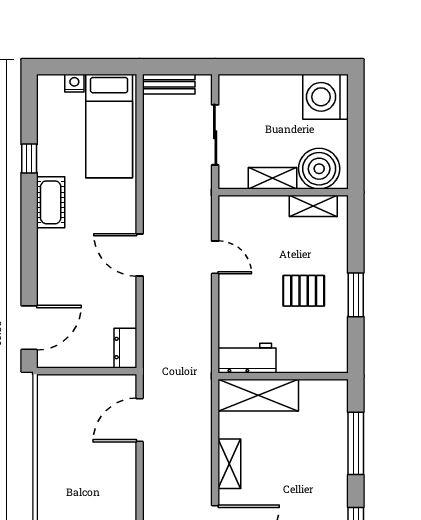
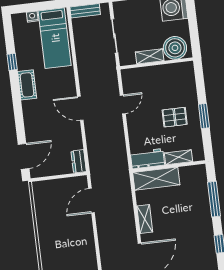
shelving: (313, 206) -> (178, 157), moved
door: (215, 257) -> (123, 104), hinge flipped

